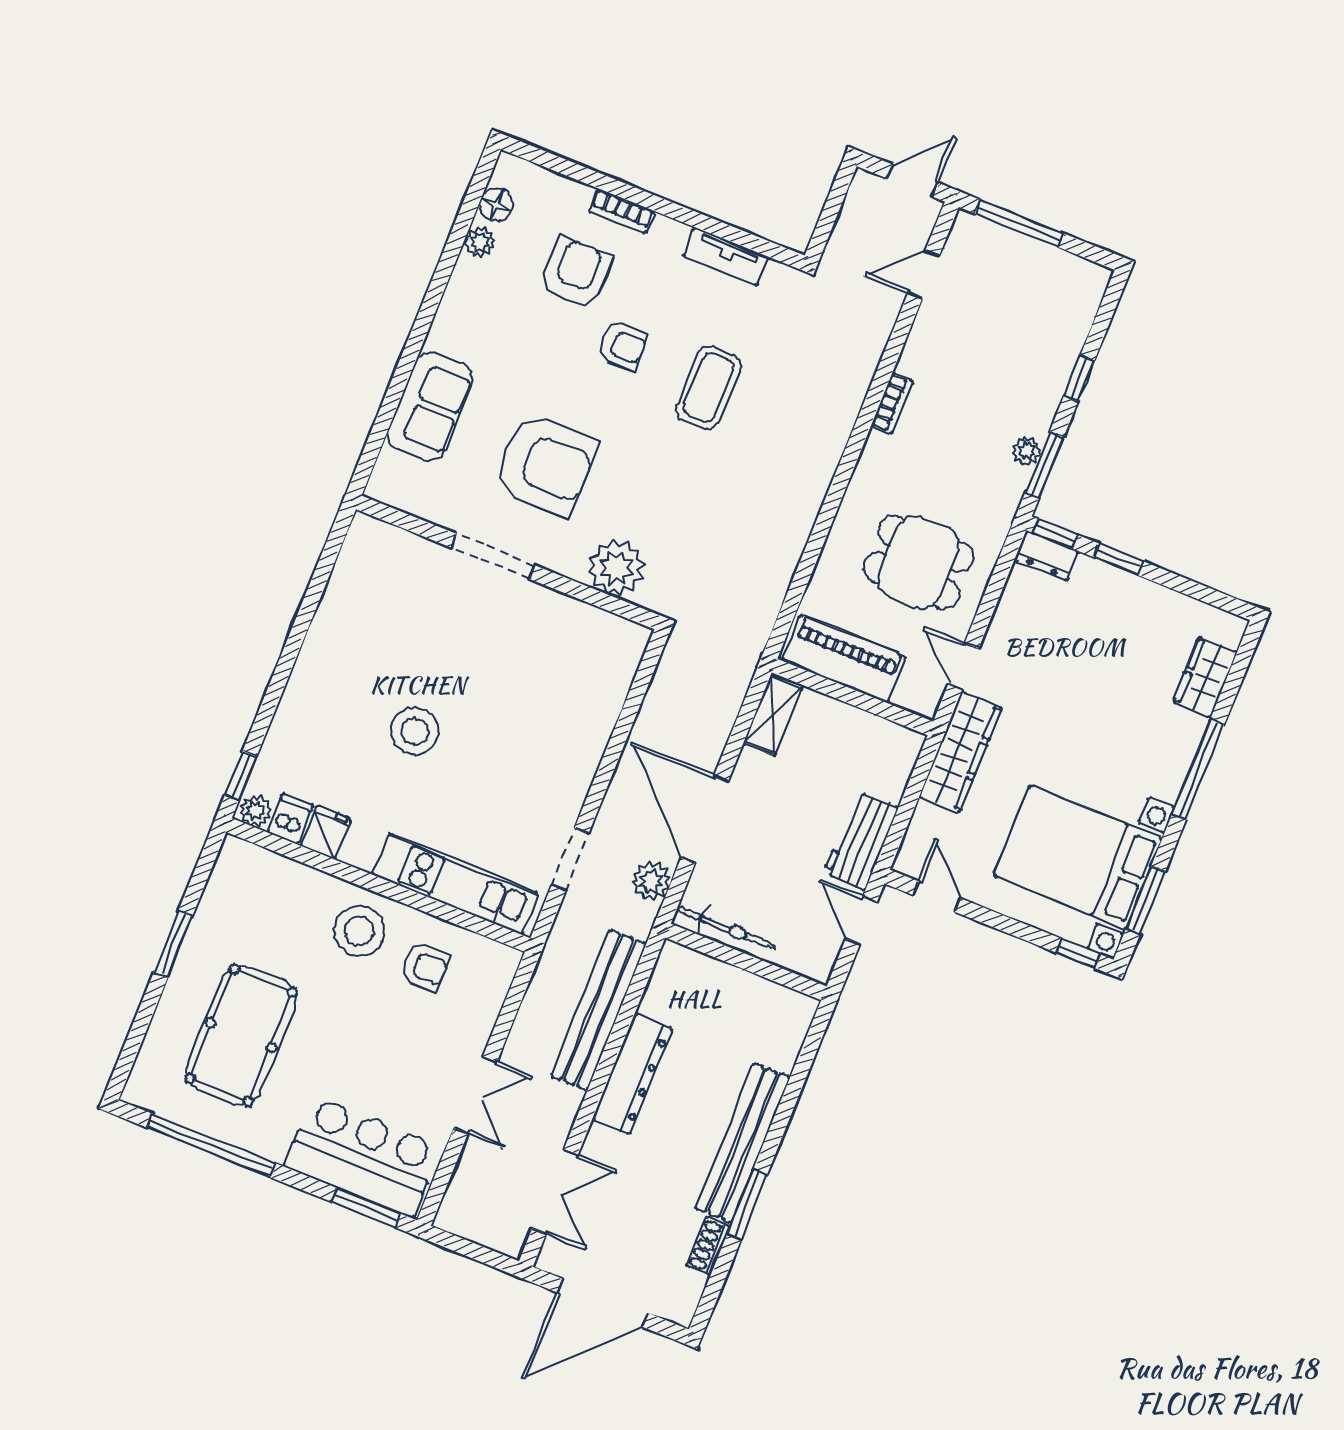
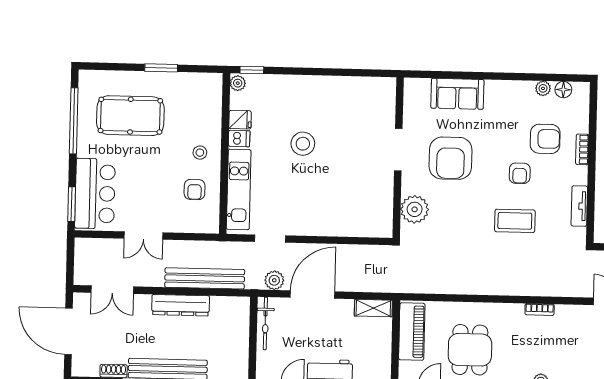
dishwasher: (290, 819) -> (239, 139), moved
stool: (359, 931) -> (200, 153), width x0.53, depth x0.53

